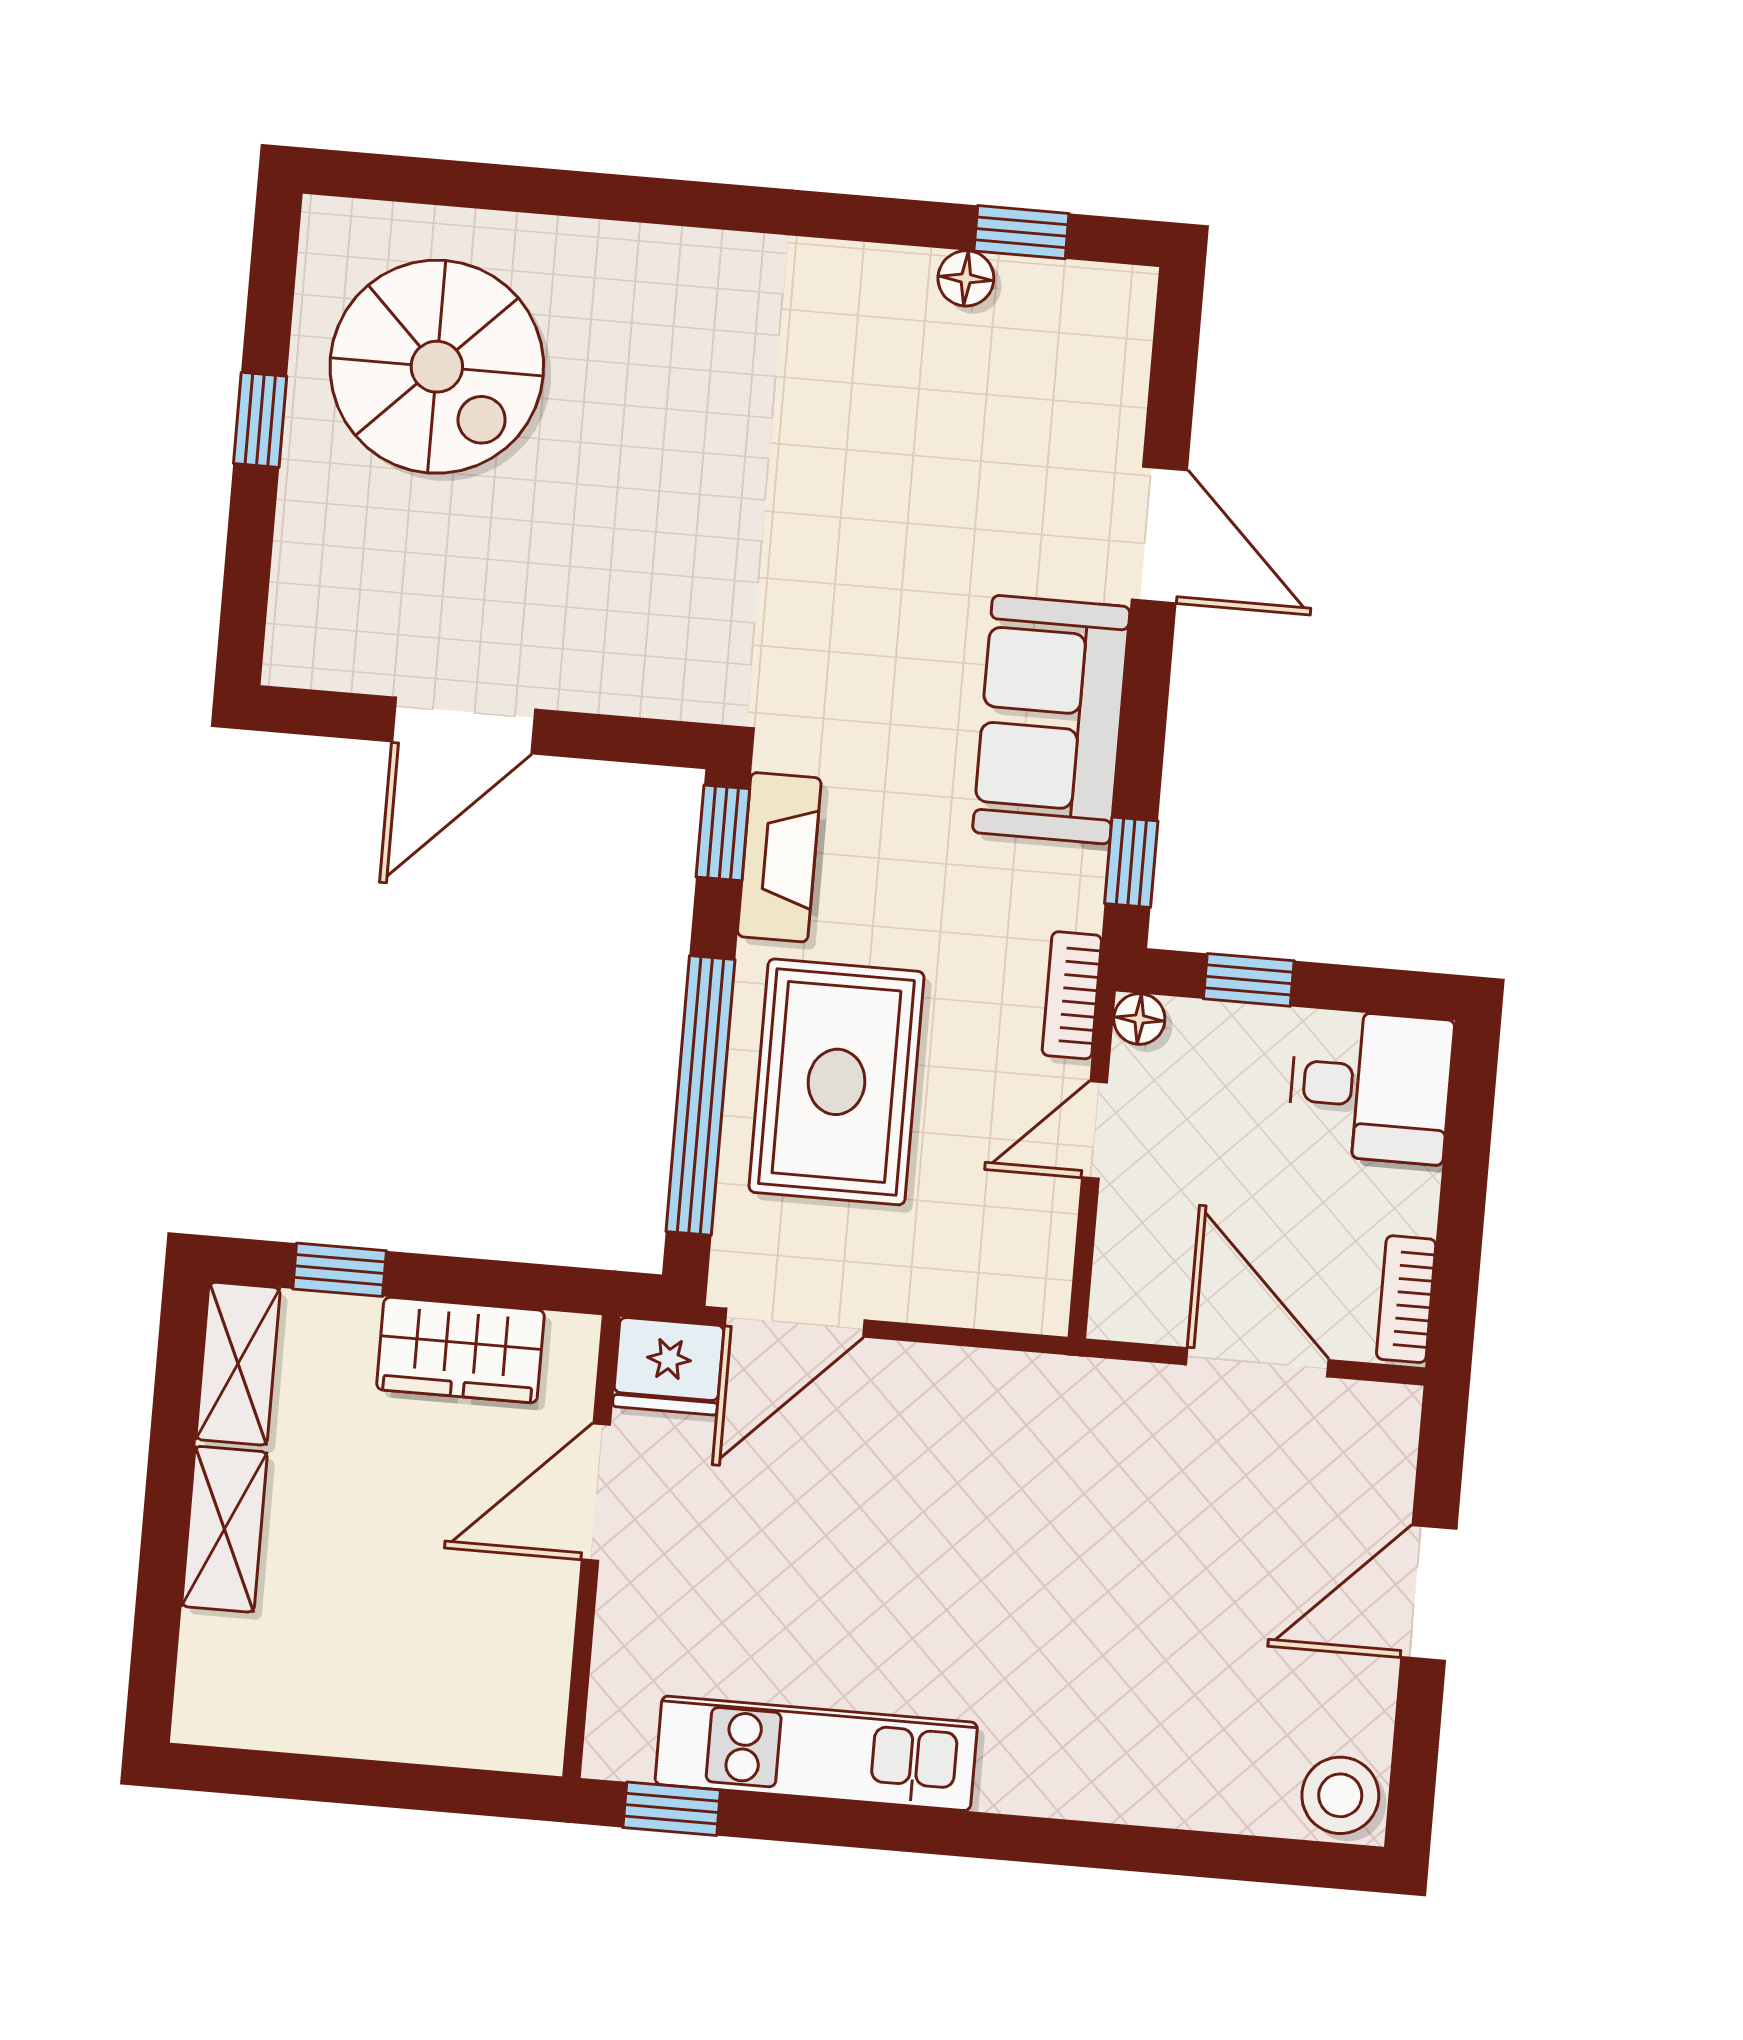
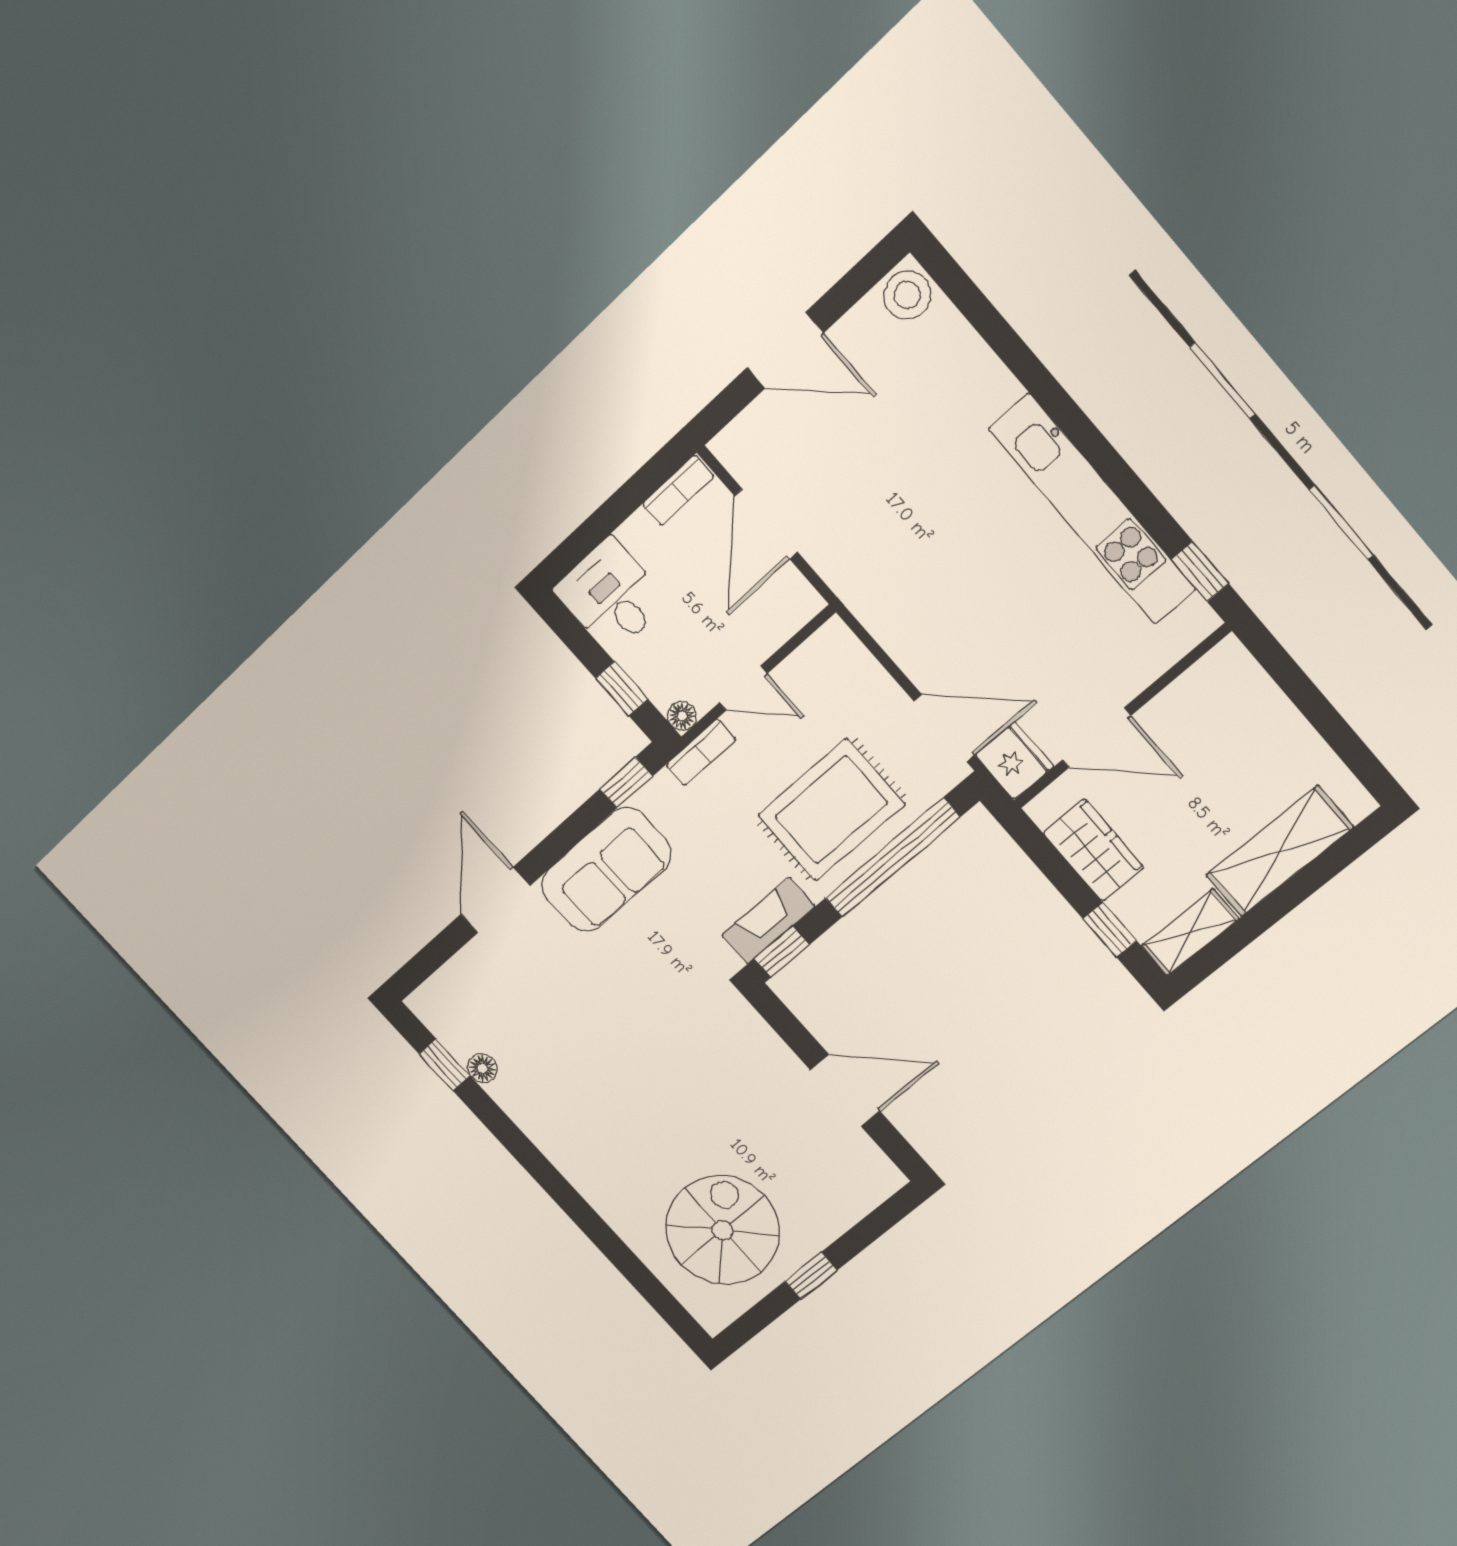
shelving: (224, 1529) -> (1280, 851), width x1.50, depth x1.33
kitchen unit: (816, 1753) -> (1092, 509), width x1.36

